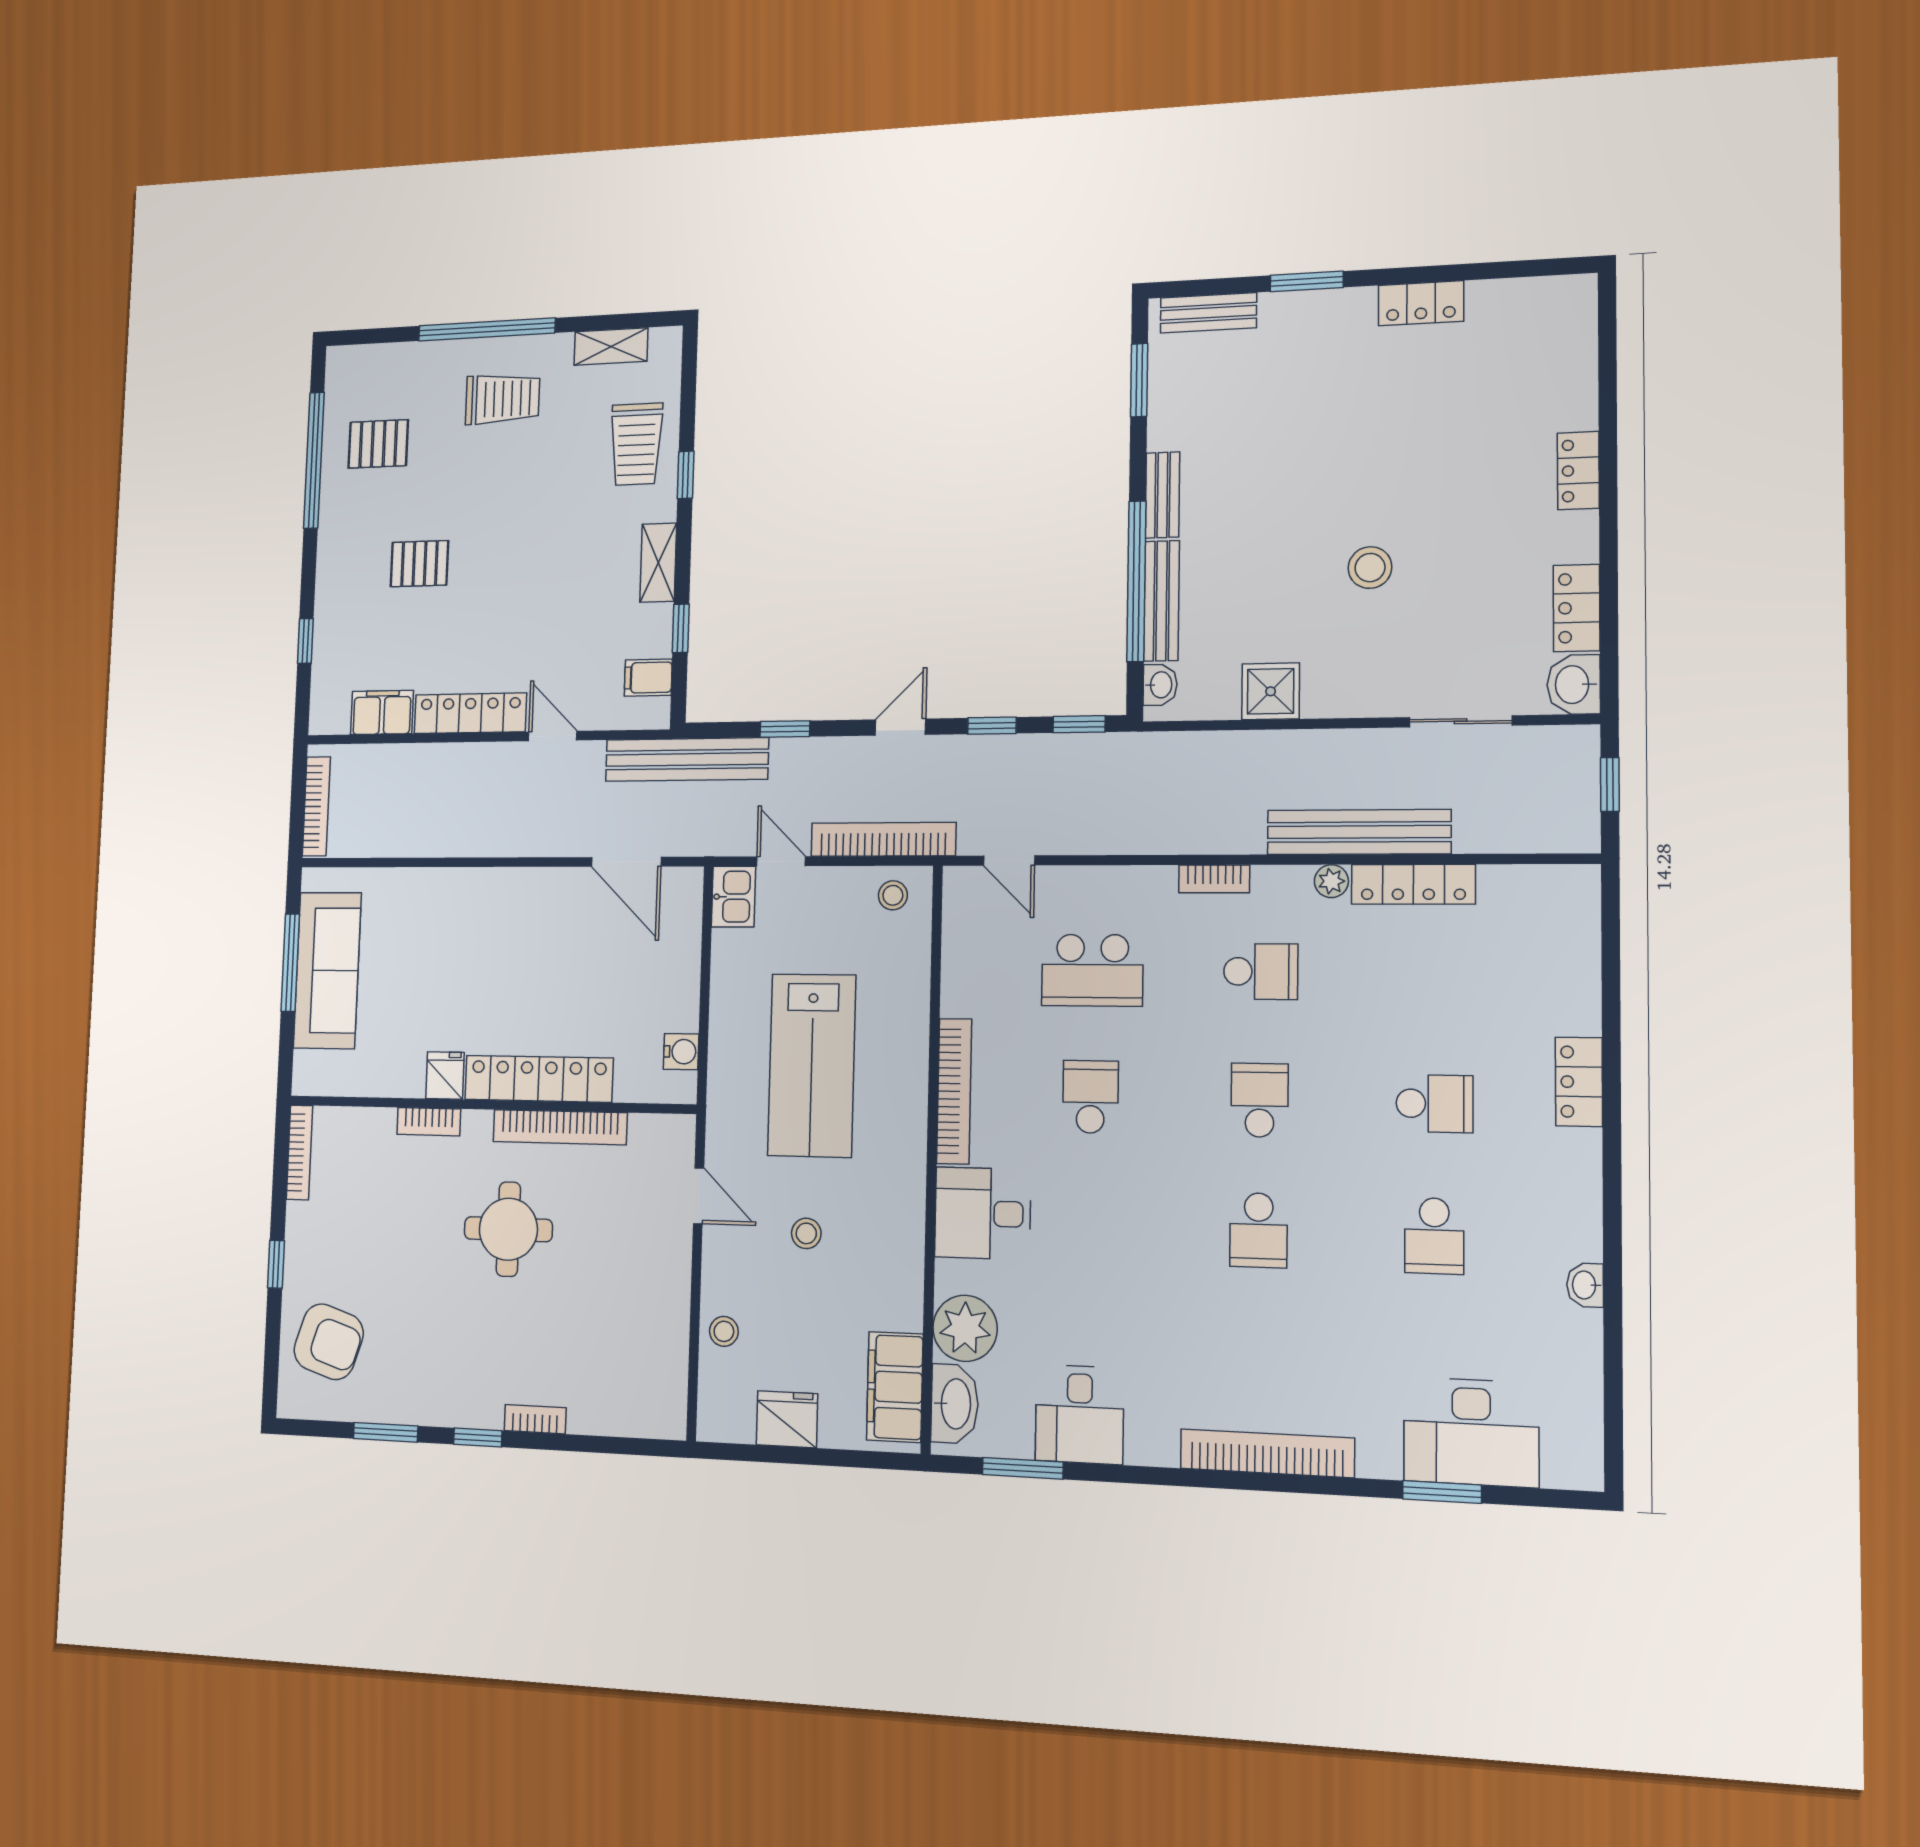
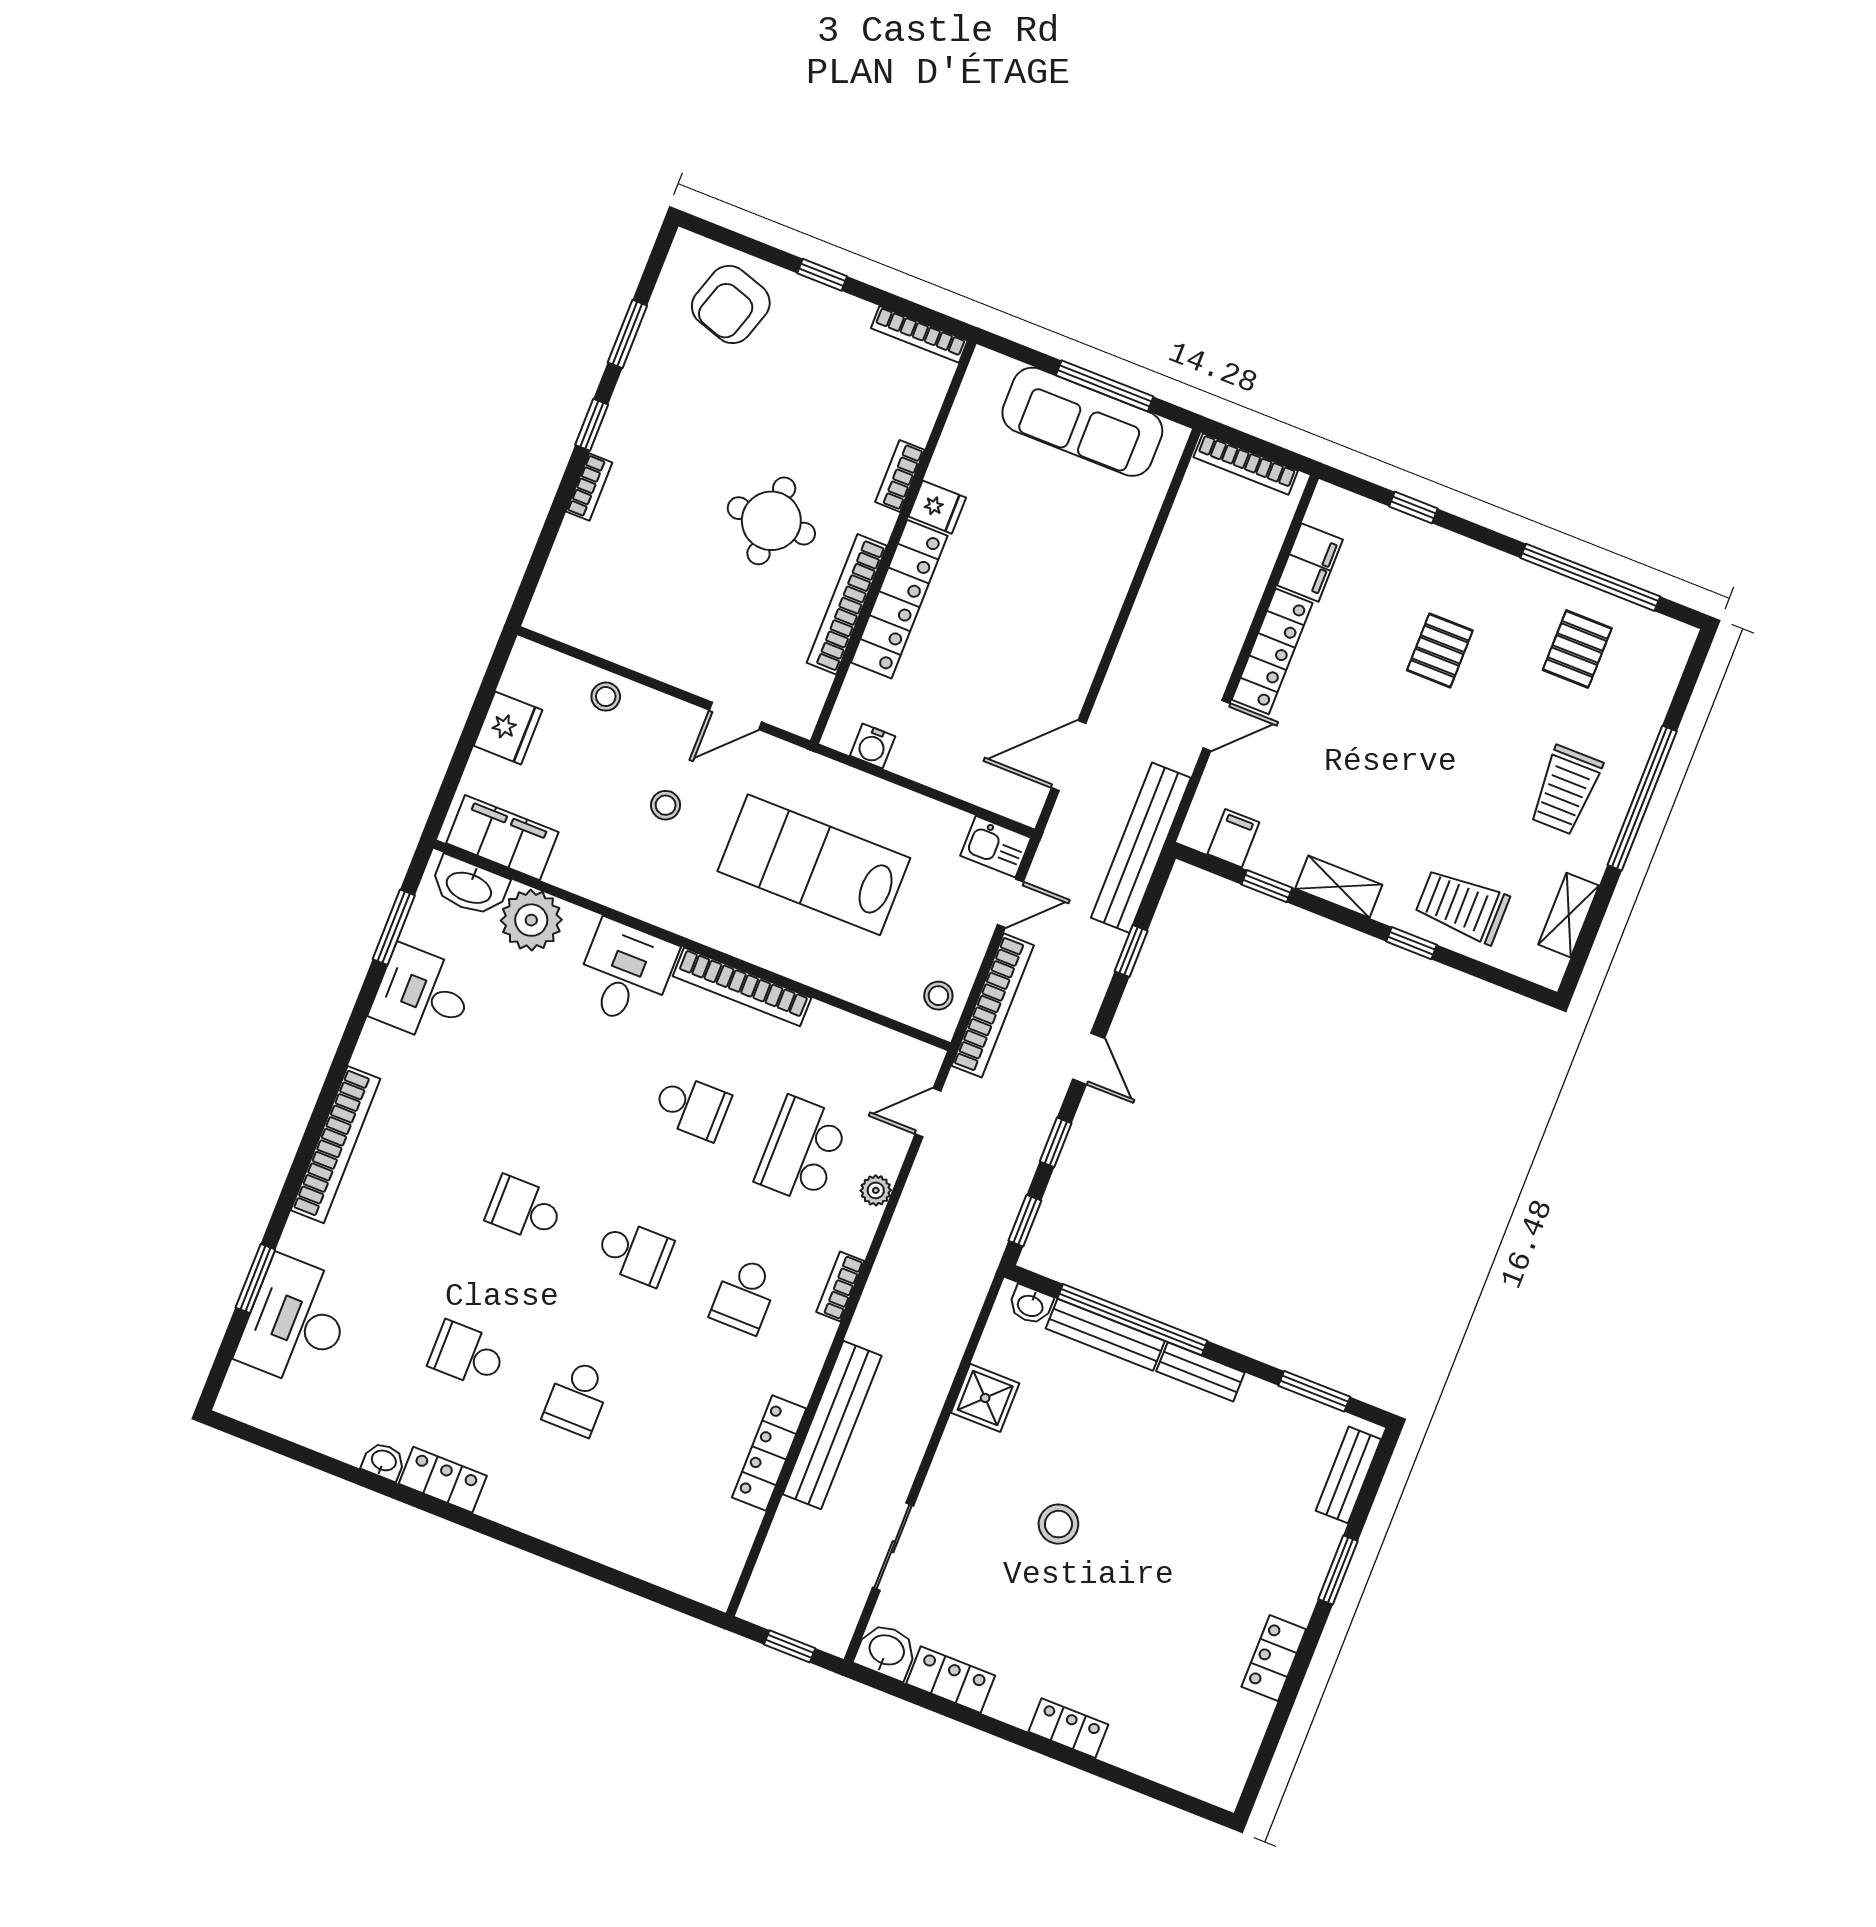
plant: (1331, 881) -> (876, 1190), moved
locker: (1579, 1082) -> (443, 1480), moved

